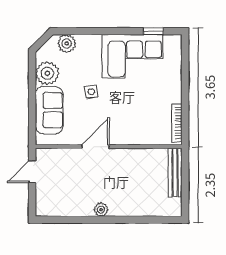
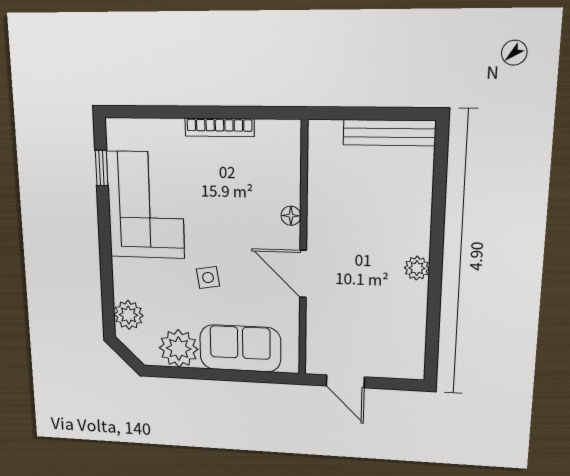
bookcase: (177, 123) -> (220, 127), moved
floor lamp: (129, 139) -> (291, 216), added
bench: (175, 173) -> (389, 133), moved

